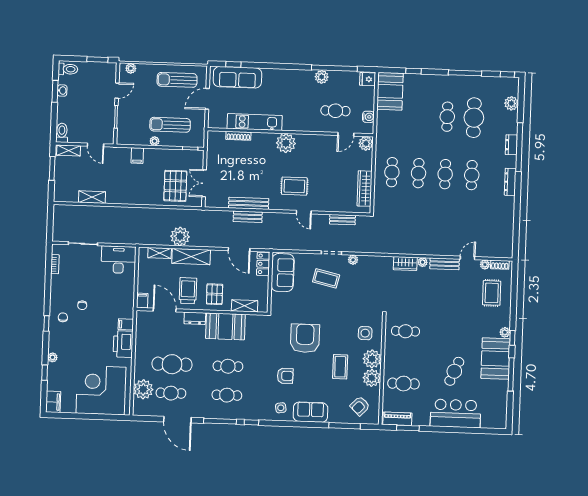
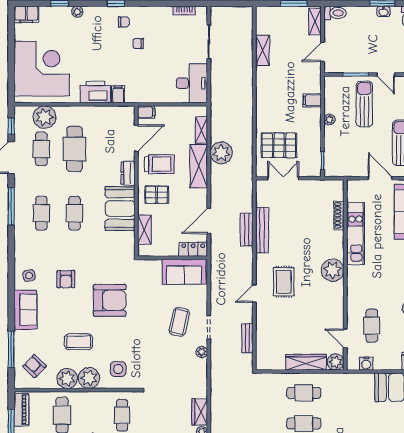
sun lounger: (170, 125) -> (364, 104), moved
wardrobe: (365, 189) -> (306, 362), moved
window: (251, 422) -> (11, 126), moved

